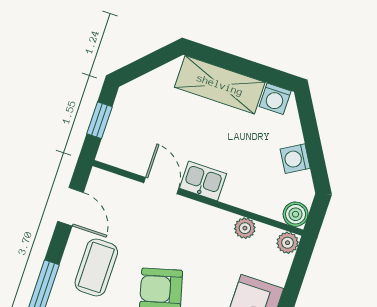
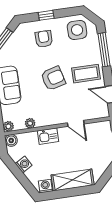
kitchen sink: (203, 181) -> (48, 136), moved
coffee table: (96, 267) -> (86, 74), turned 90

